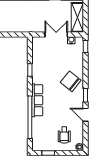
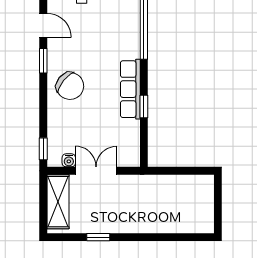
double door: (56, 35) -> (96, 171), swing flipped
row of seats: (37, 100) -> (130, 89), moved

